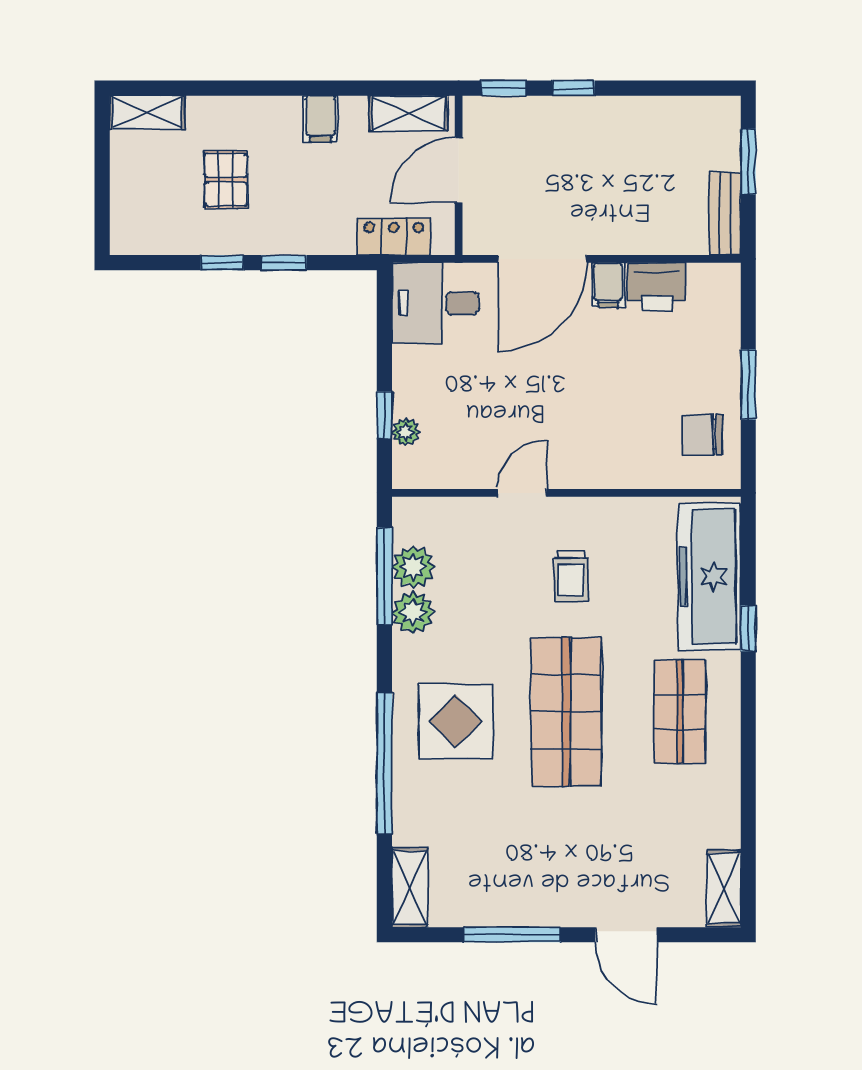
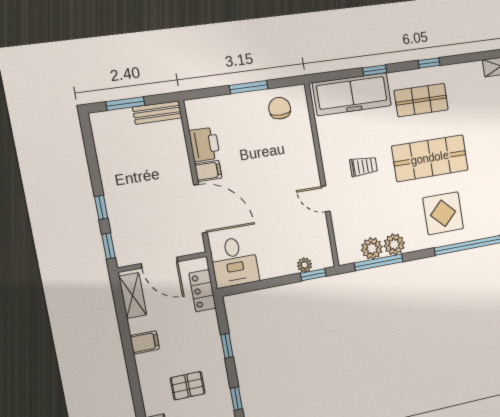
window: (222, 263) -> (236, 399), moved
window: (384, 415) -> (313, 275), moved
chair: (702, 435) -> (280, 108), turned 180
window: (748, 739) -> (429, 63), added

